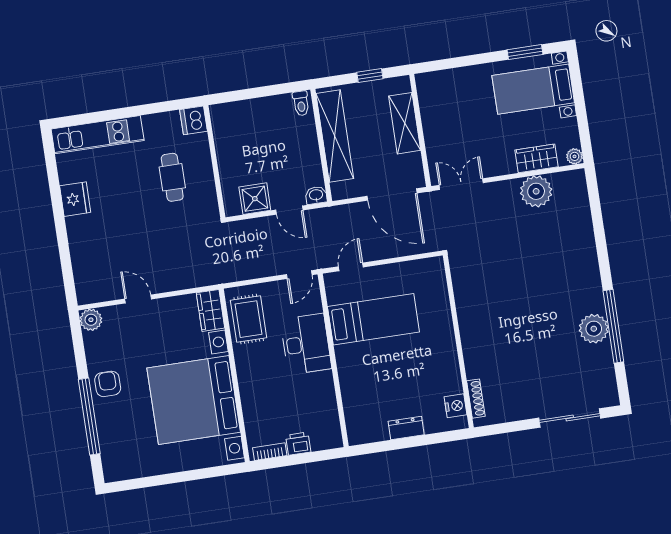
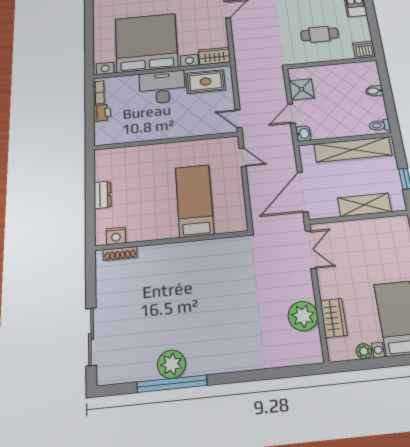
bidet: (253, 109) -> (374, 91), added
plant: (575, 156) -> (364, 351), moved
bed: (373, 319) -> (194, 201), moved, turned 180
desk: (306, 344) -> (162, 87), moved, turned 180

